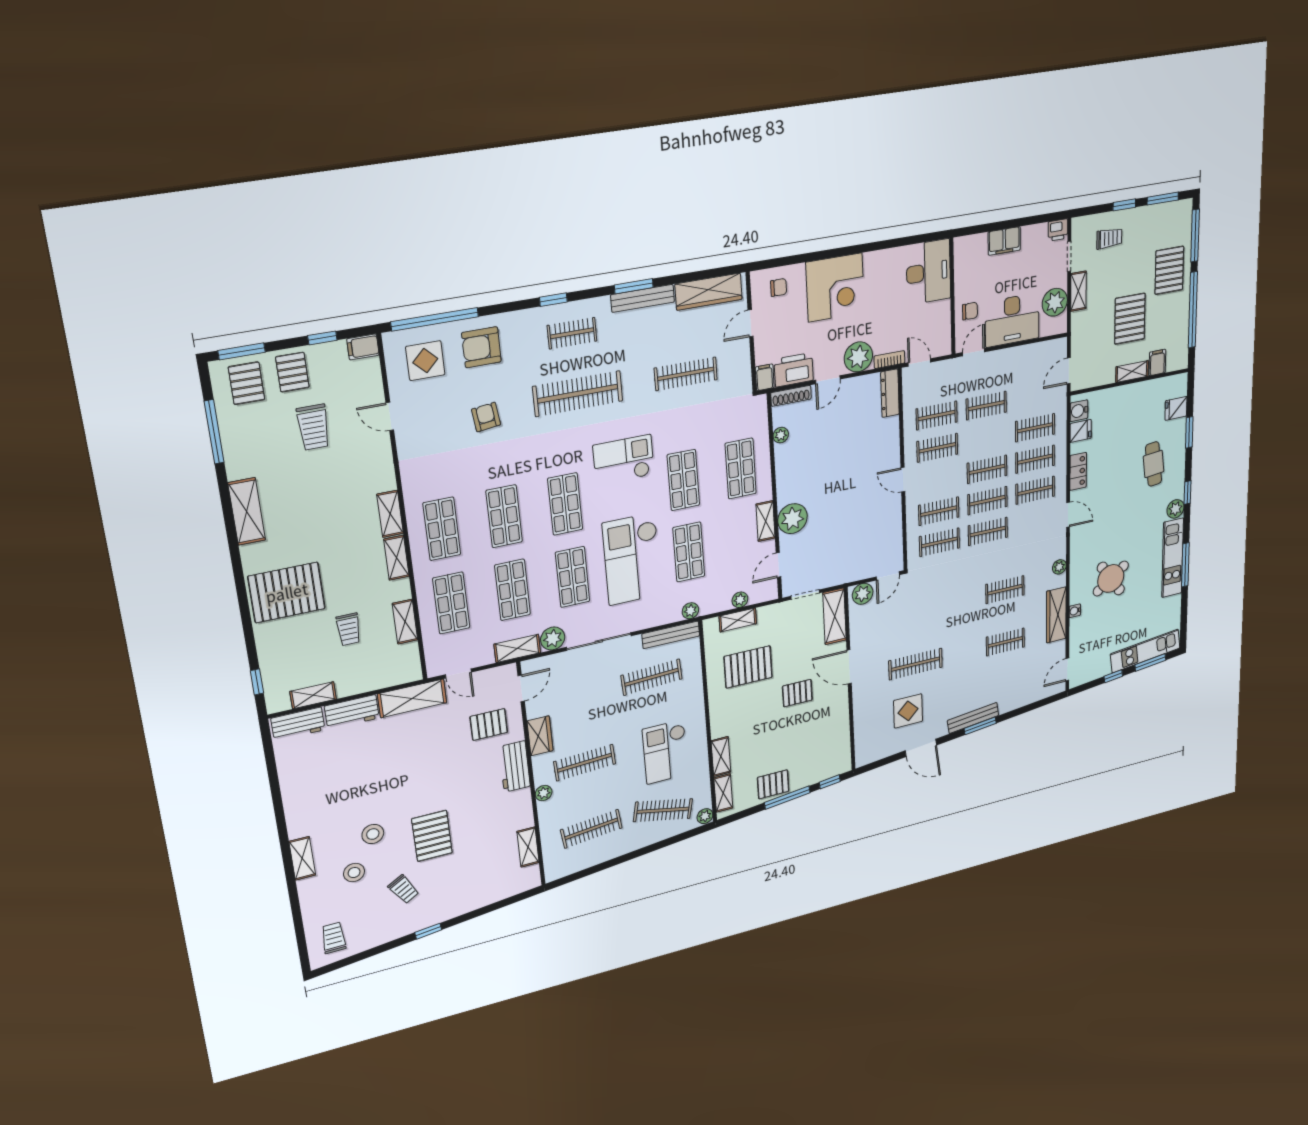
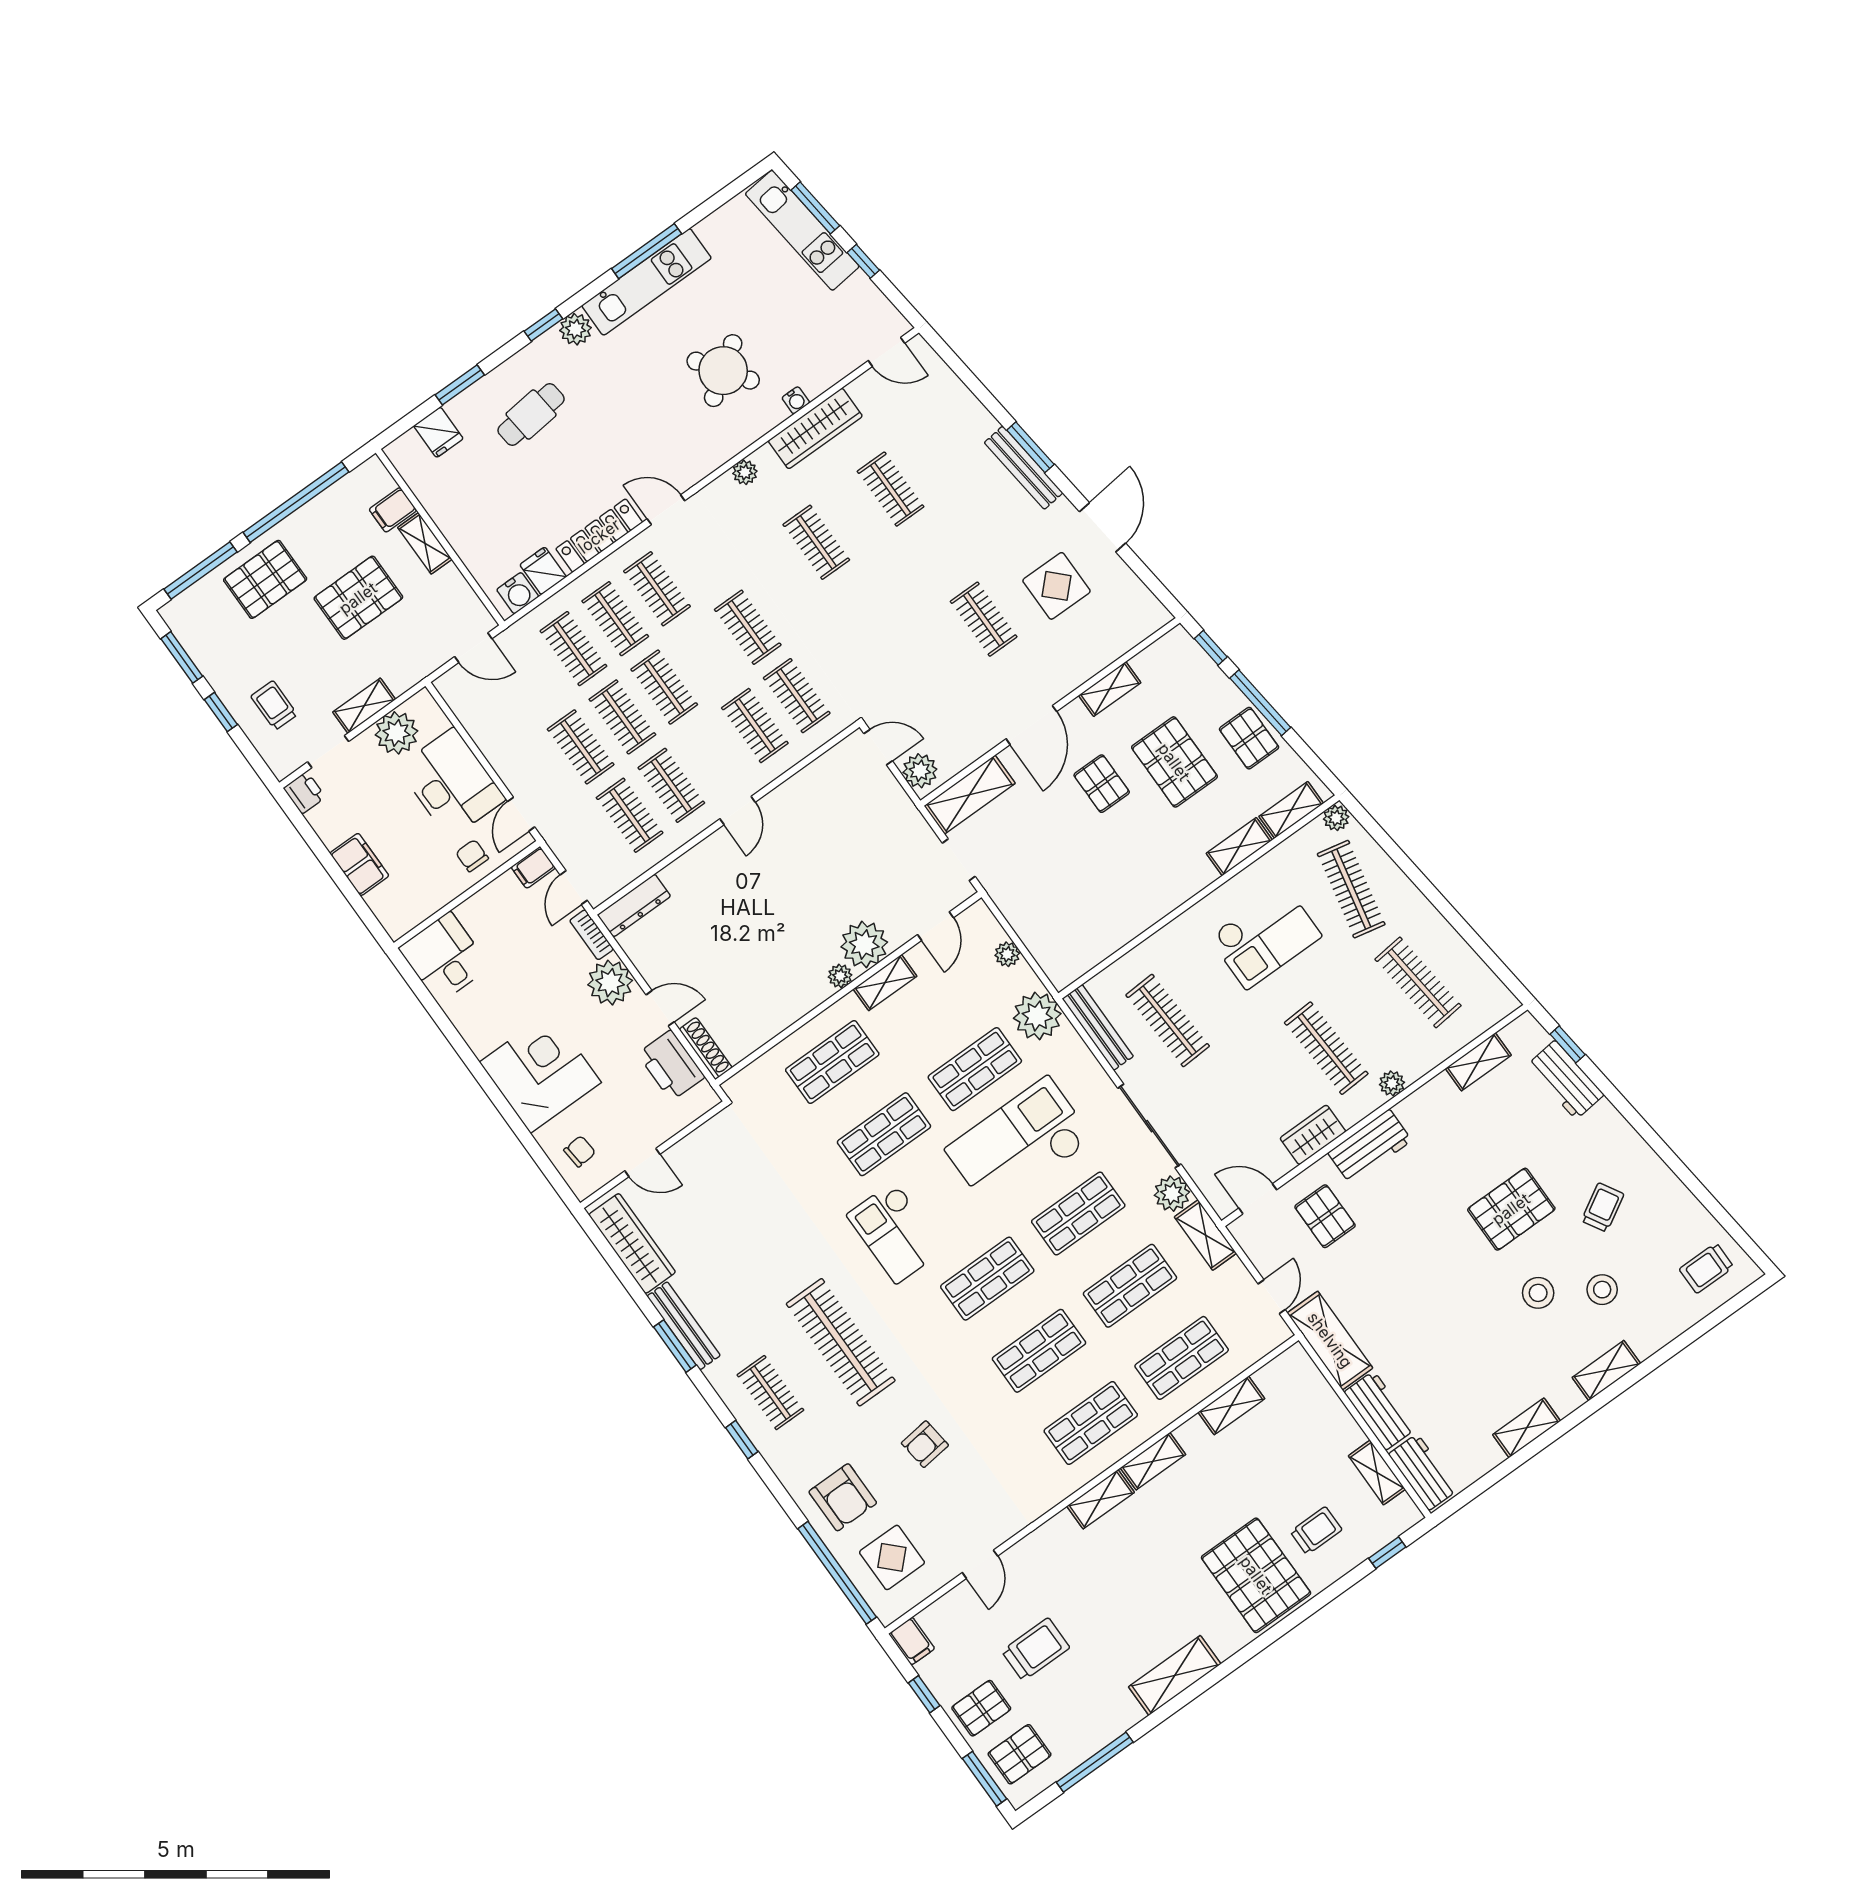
desk: (928, 272) -> (444, 958), width x0.73
chair: (779, 287) -> (580, 1151), turned 85
door: (974, 352) -> (521, 814), hinge flipped
clothes rail: (686, 374) -> (748, 1213), removed
filing cabinet: (765, 377) -> (533, 867), moved
plant: (781, 435) -> (840, 976), moved
locker: (1078, 471) -> (599, 536), width x1.53
clothes rail: (987, 501) -> (622, 717), moved
door: (1068, 515) -> (666, 510), hinge flipped
checkout: (632, 559) -> (1019, 1144), turned 180
door: (778, 565) -> (936, 926), hinge flipped
plant: (690, 611) -> (1037, 1016), width x1.88, depth x1.88
shelving: (738, 620) -> (1110, 689), moved, turned 90
trolley: (349, 629) -> (1316, 1531), moved
clothes rail: (916, 664) -> (984, 619), width x0.73
pallet: (748, 667) -> (1174, 762), moved
shelving: (292, 798) -> (1527, 1428), added
workbench: (490, 893) -> (1565, 1080), added
window: (428, 931) -> (1568, 1044), moved

